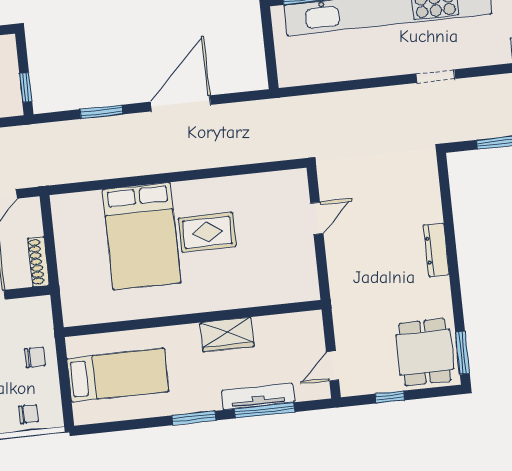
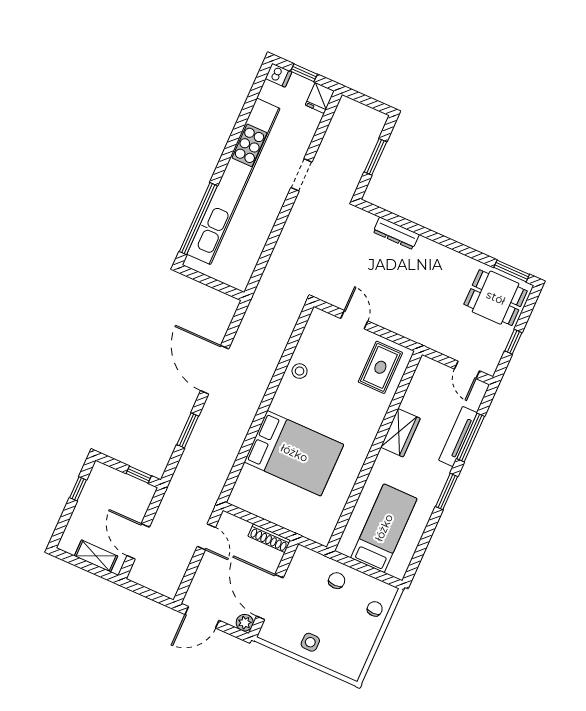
stool: (230, 192) -> (300, 371), added
rug: (207, 232) -> (380, 367), moved
dresser: (436, 250) -> (396, 233), moved

